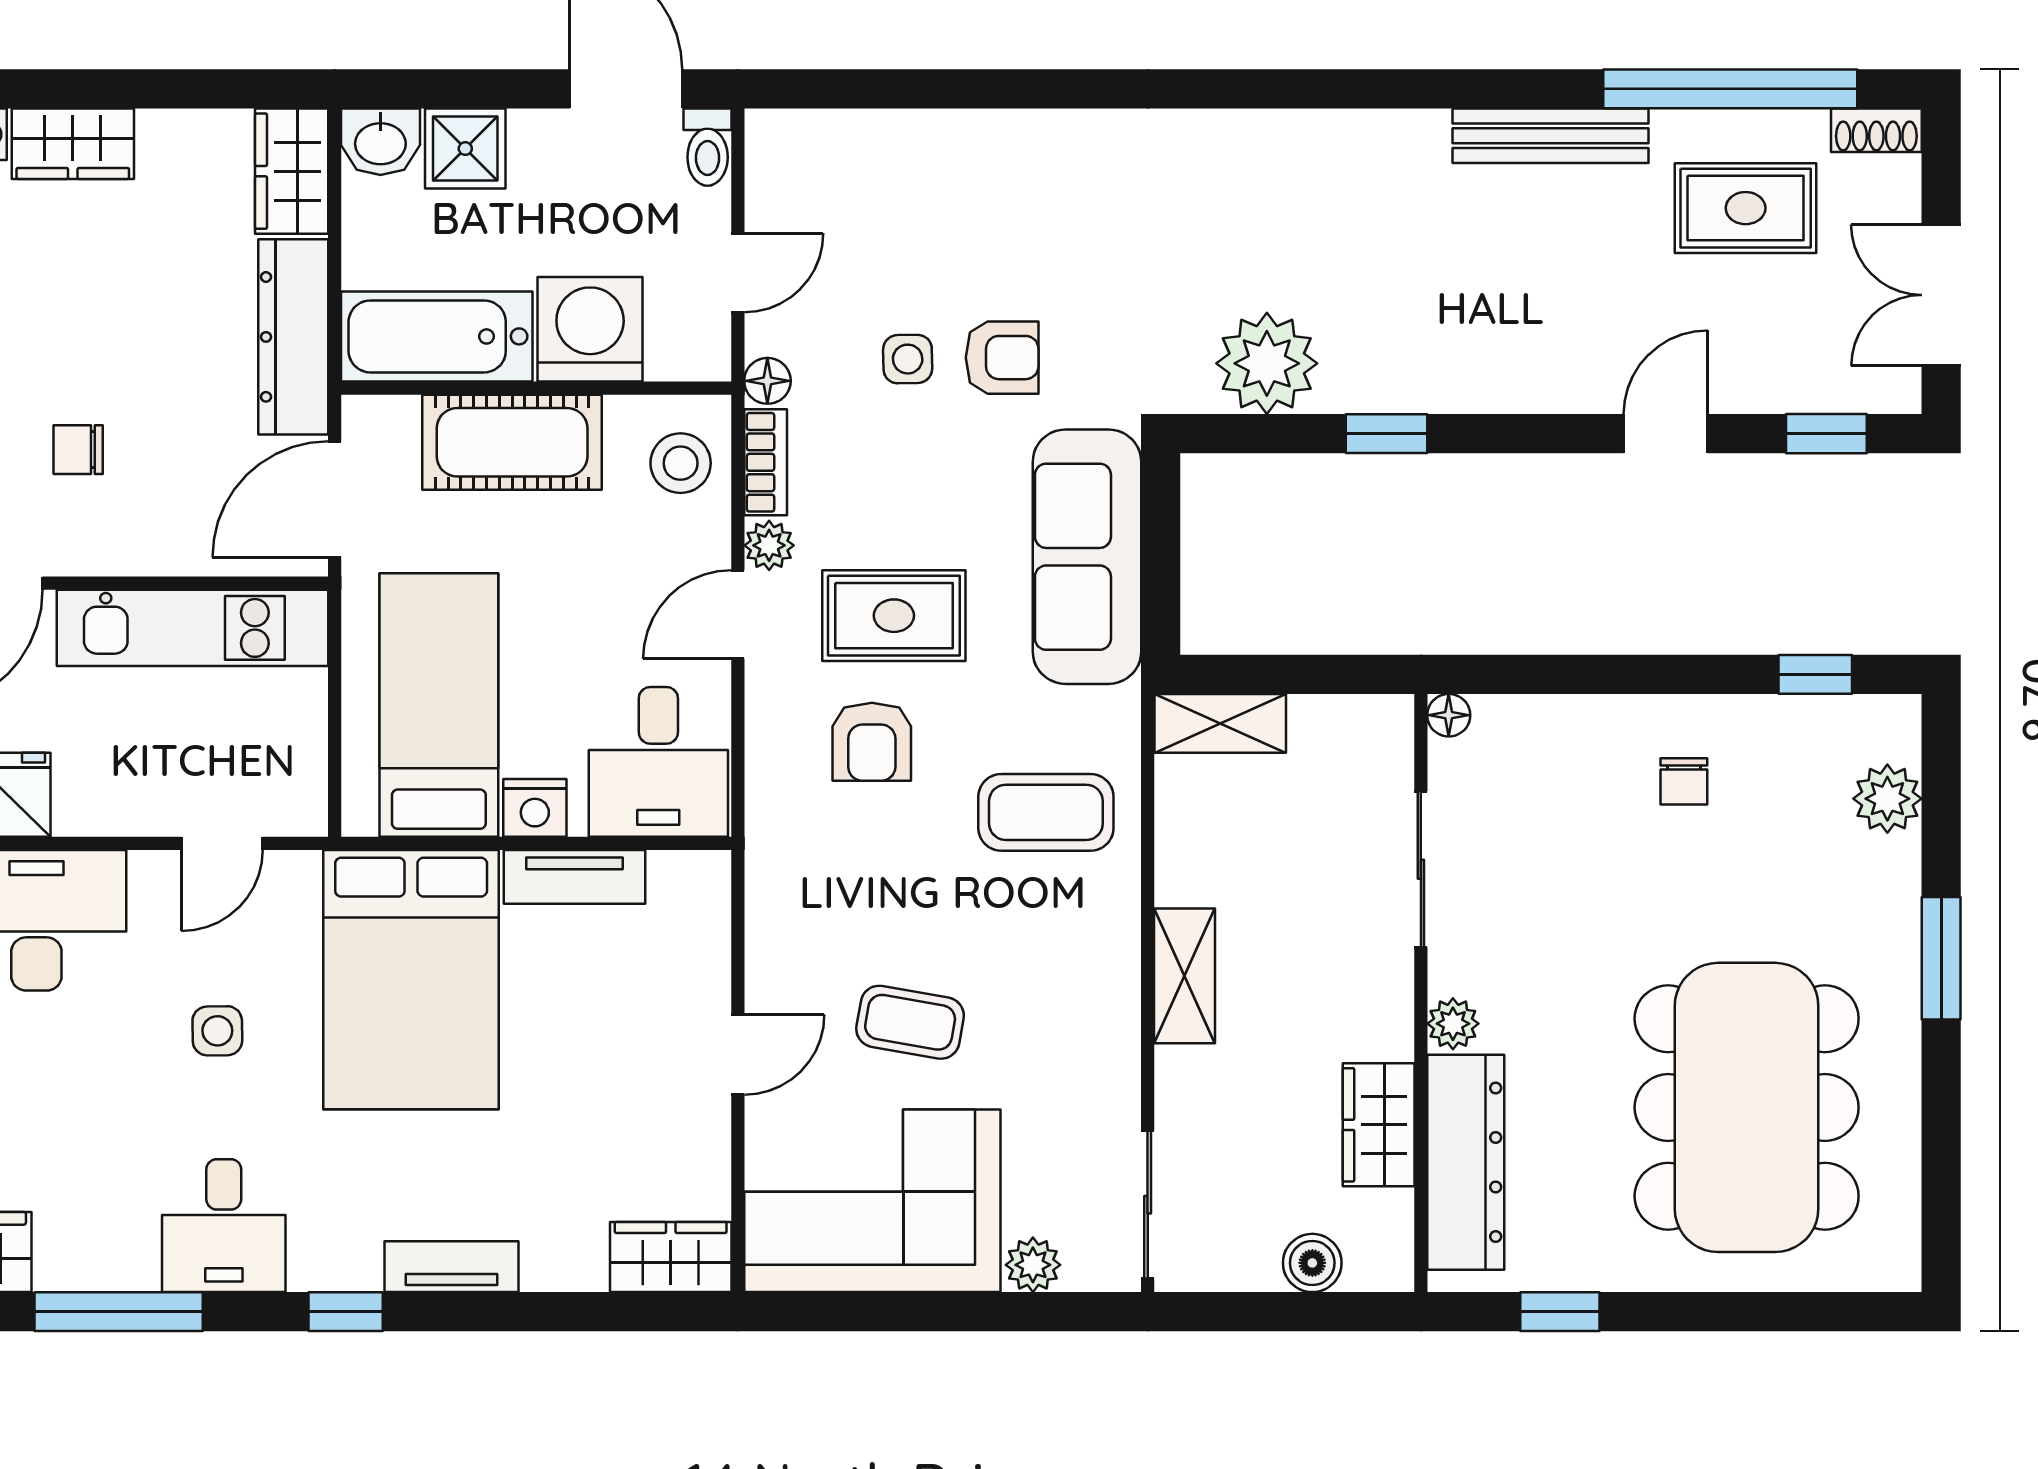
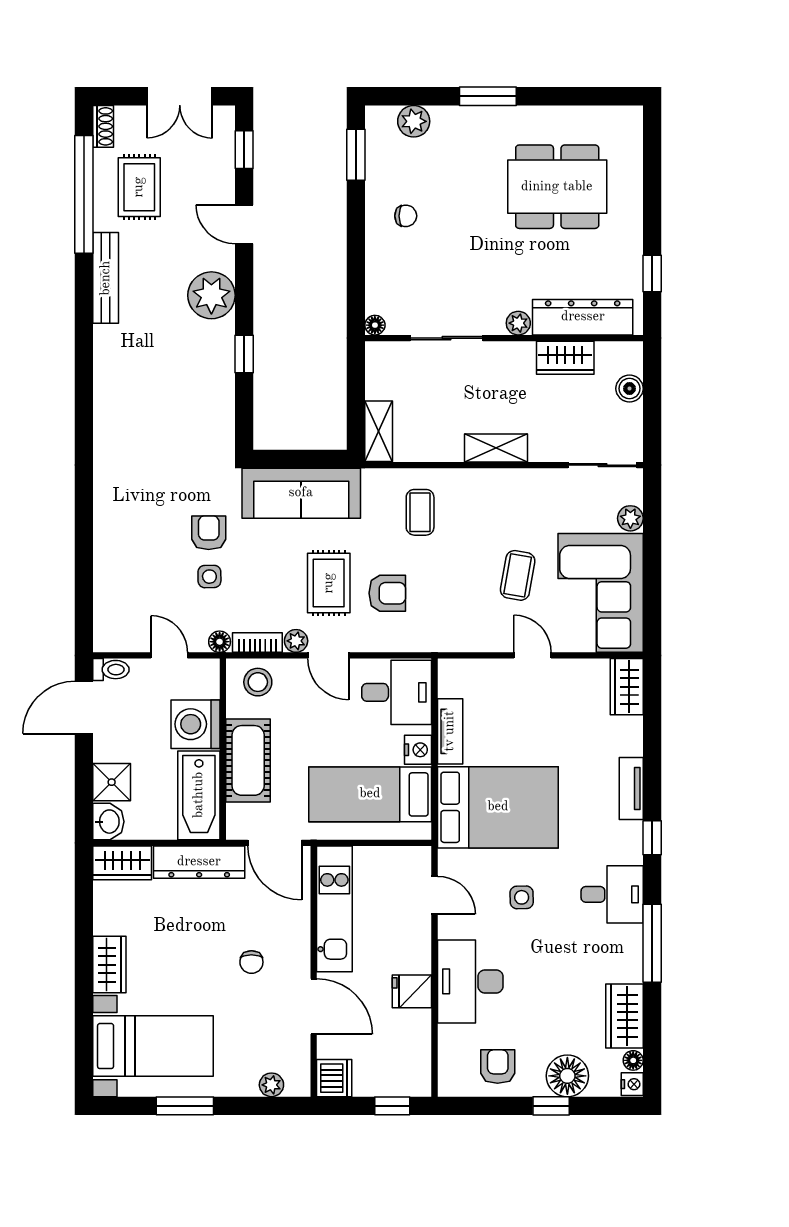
plant: (1267, 363) -> (211, 295), moved
window: (1815, 674) -> (356, 155), width x1.50
coffee table: (1046, 812) -> (420, 512), width x0.73, depth x0.77
dining table: (1747, 1107) -> (557, 187), width x0.73, depth x0.80

